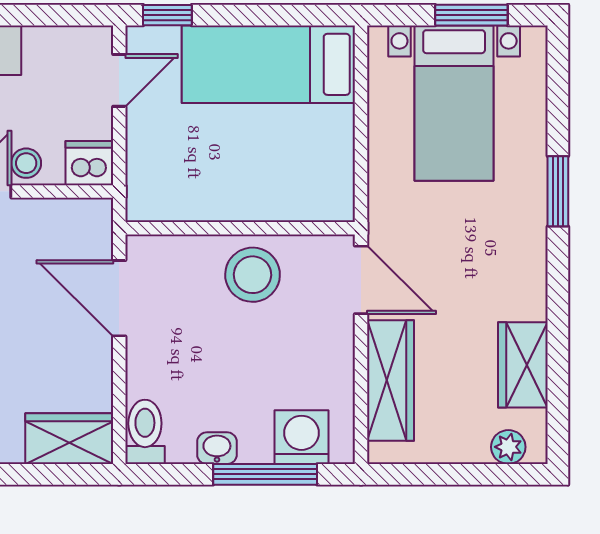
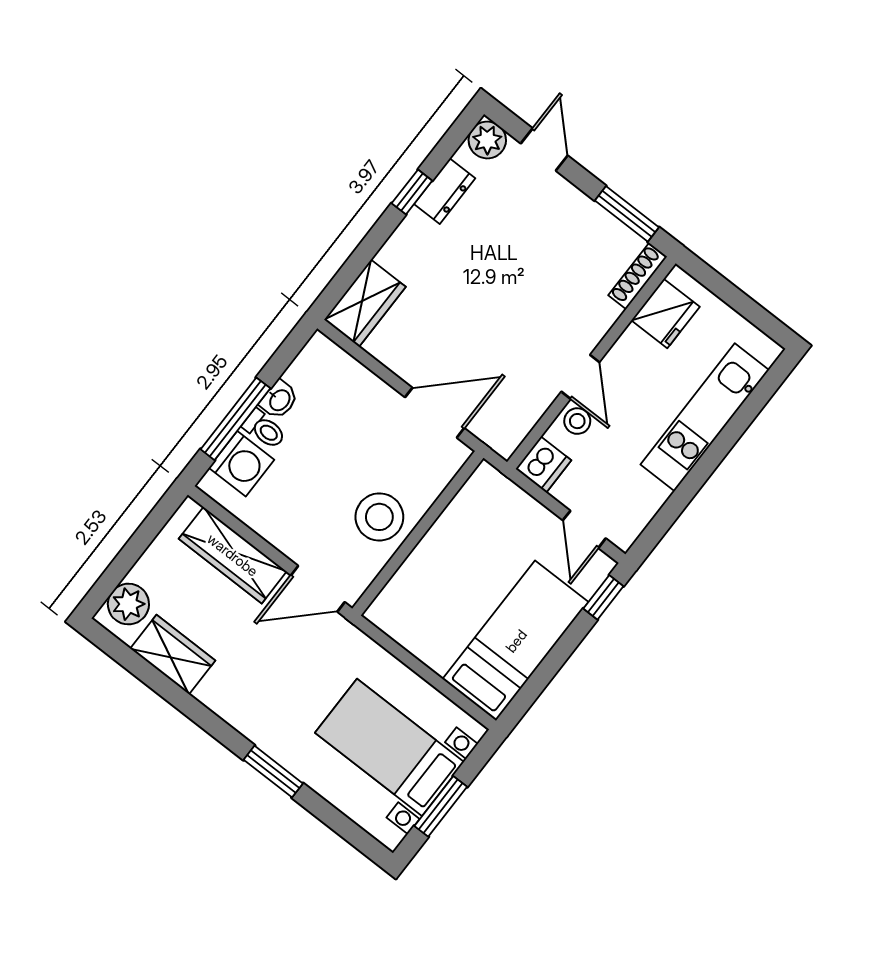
toilet: (145, 432) -> (264, 429), moved, width x0.73, depth x0.72
plant: (508, 447) -> (128, 604), width x1.38, depth x1.38

